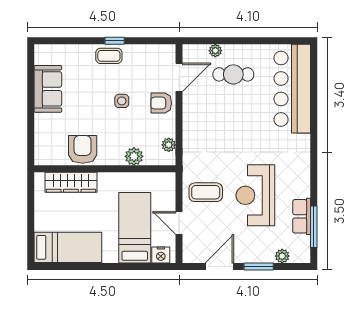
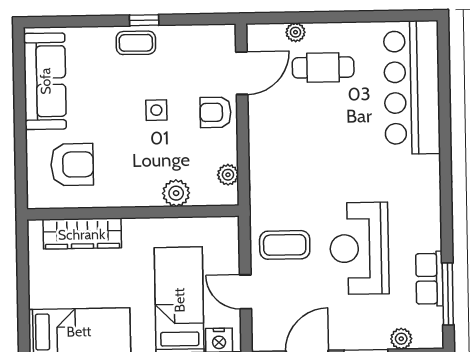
sofa: (48, 89) -> (45, 81), width x1.36
armchair: (83, 149) -> (72, 165), moved, turned 90

